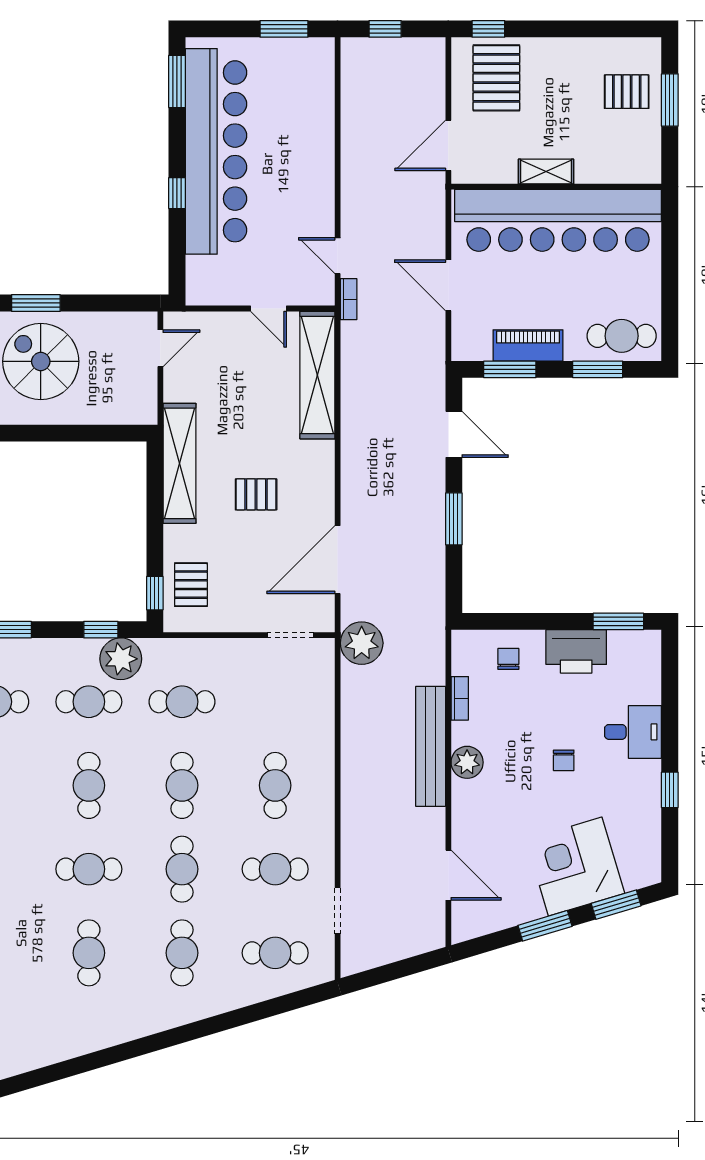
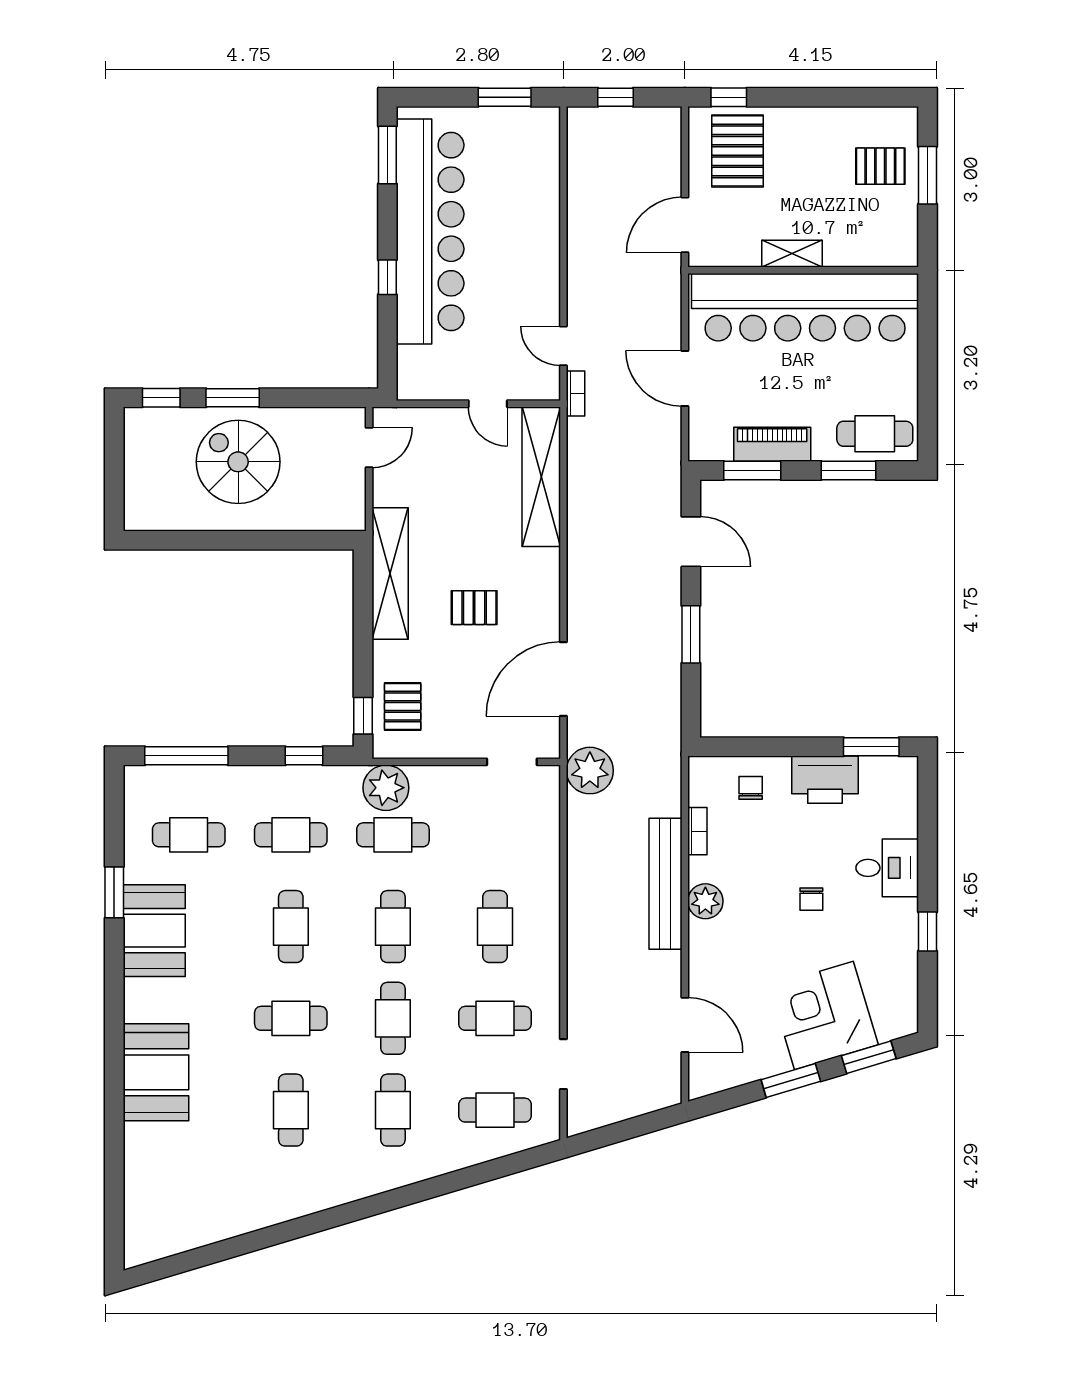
plant: (121, 659) -> (386, 788), moved

